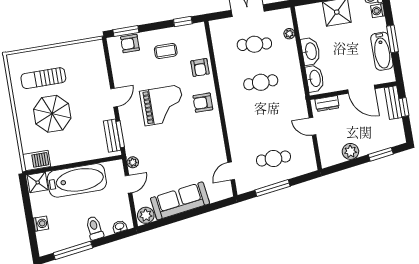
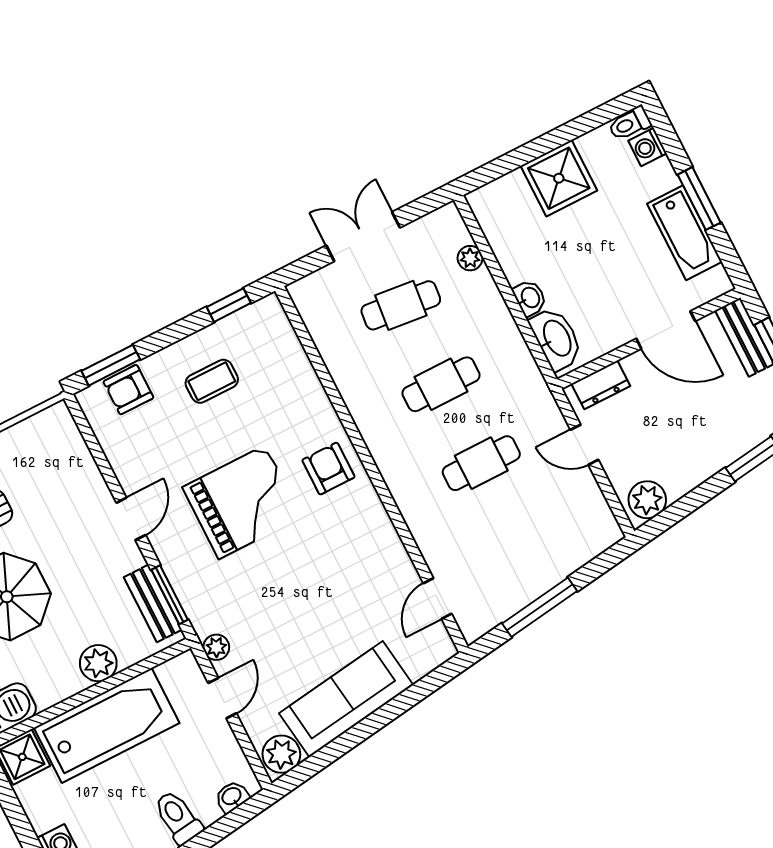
washbasin: (310, 51) -> (530, 298), width x0.52, depth x0.69
armchair: (200, 67) -> (298, 394), removed
armchair: (203, 103) -> (328, 469), turned 90
plant: (350, 151) -> (647, 500), moved
plant: (82, 153) -> (98, 663), added
cafe table: (273, 159) -> (481, 463), moved

